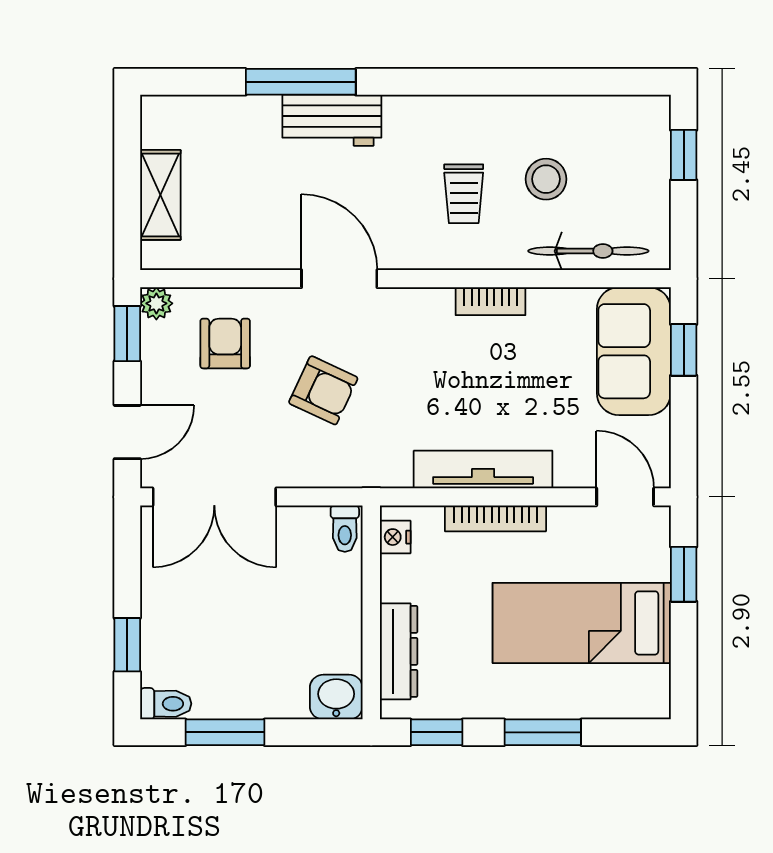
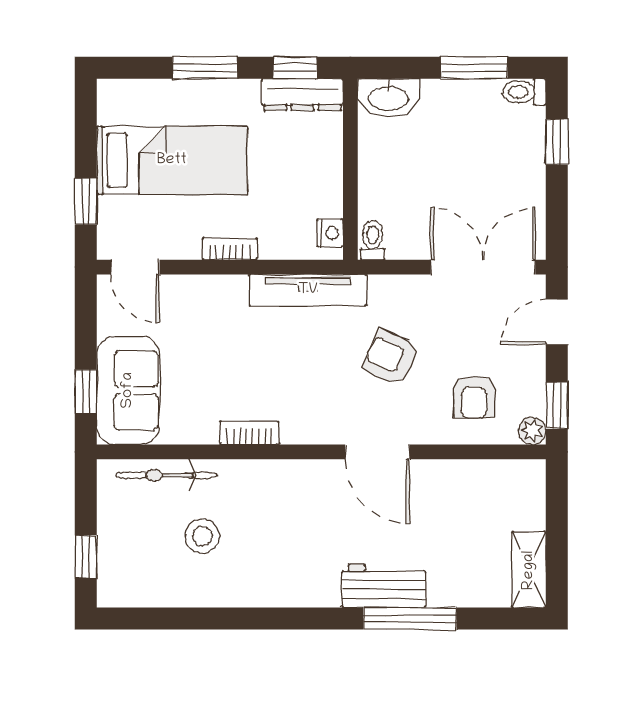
trolley: (464, 194) -> (272, 524), removed
shelving: (160, 195) -> (529, 570), moved
tv unit: (483, 470) -> (308, 290), moved
bookcase: (495, 518) -> (230, 249), width x0.64
dresser: (399, 651) -> (302, 94), moved, turned -90
washbasin: (336, 697) -> (389, 98), width x1.38

